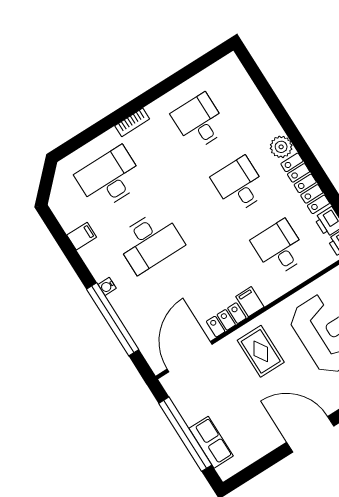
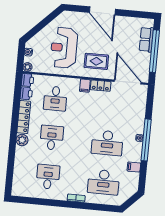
desk: (199, 122) -> (48, 177), turned 180
desk: (239, 185) -> (52, 138), turned 180
desk: (150, 241) -> (107, 143), turned 180
window: (113, 319) -> (146, 140), moved
rug: (261, 351) -> (96, 61), turned 90
door: (190, 357) -> (128, 82), swing flipped

